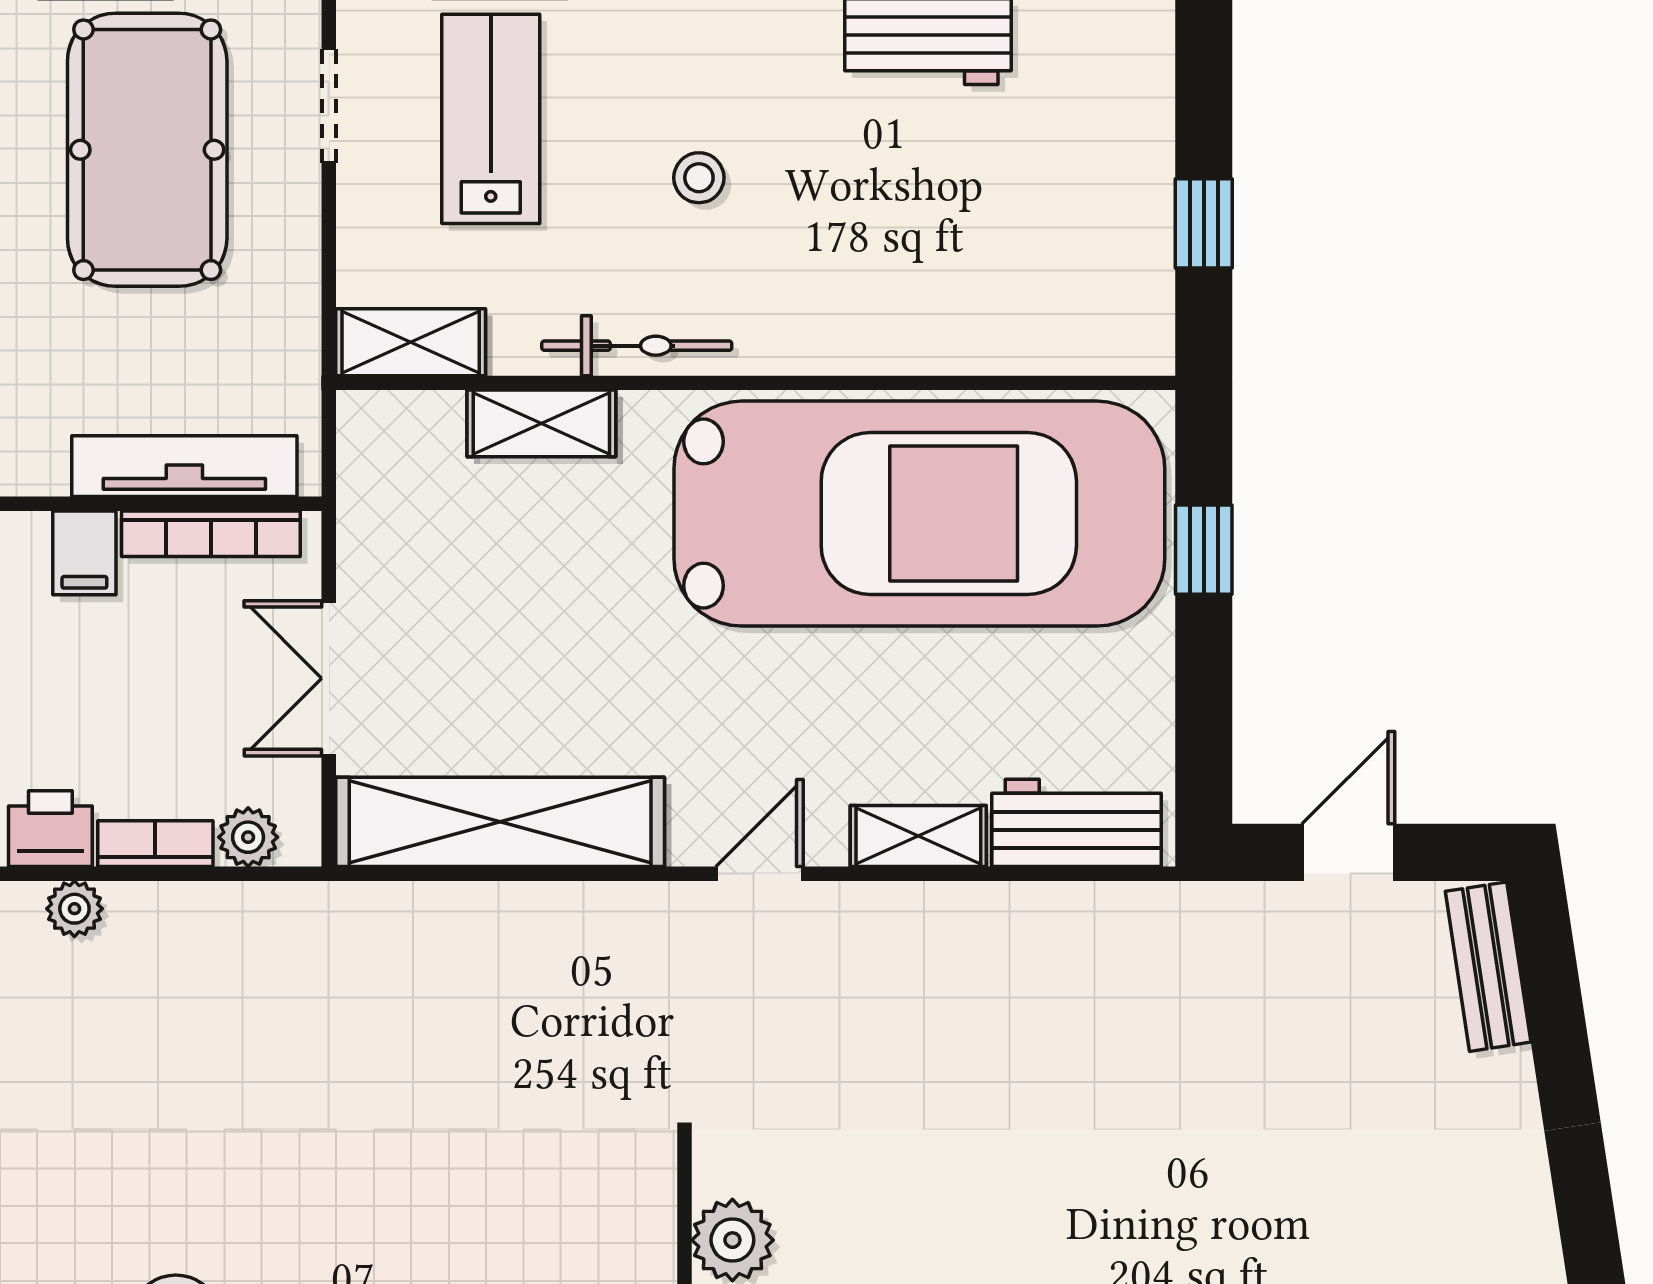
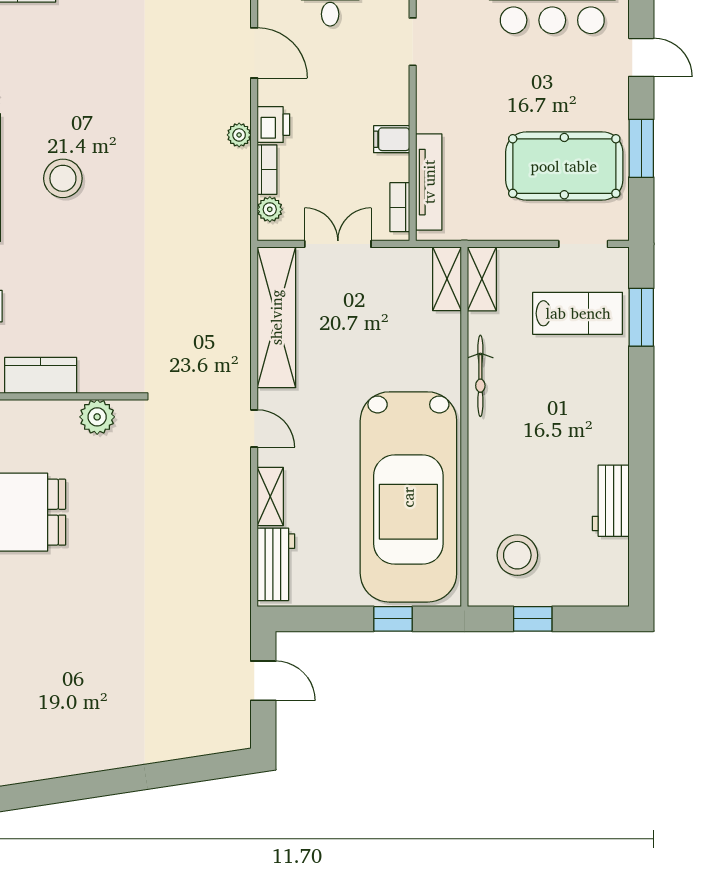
stool: (699, 178) -> (517, 555), moved, width x1.89, depth x1.89
shelving: (541, 423) -> (447, 279), moved
bookcase: (211, 534) -> (400, 207), width x0.64
bench: (1488, 967) -> (214, 741), removed

